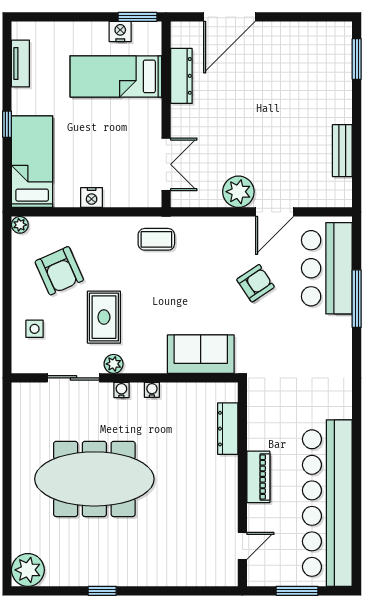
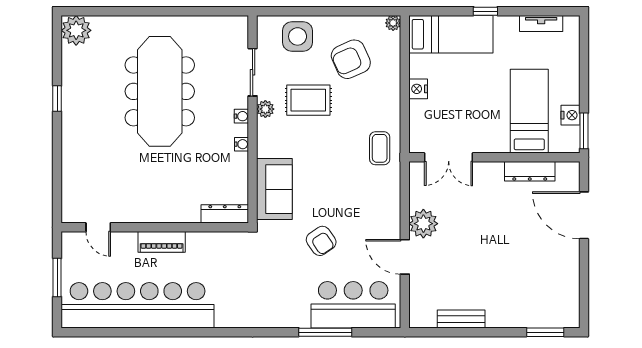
armchair: (256, 283) -> (321, 241), moved
side table: (35, 329) -> (298, 36), width x1.87, depth x1.87
dresser: (228, 429) -> (225, 214), moved

